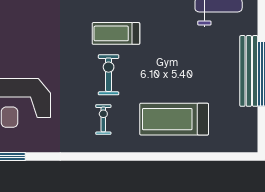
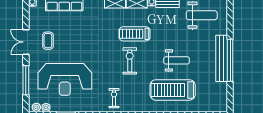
weight bench: (180, 74) -> (177, 60), added
exercise bike: (103, 119) -> (114, 98), moved

